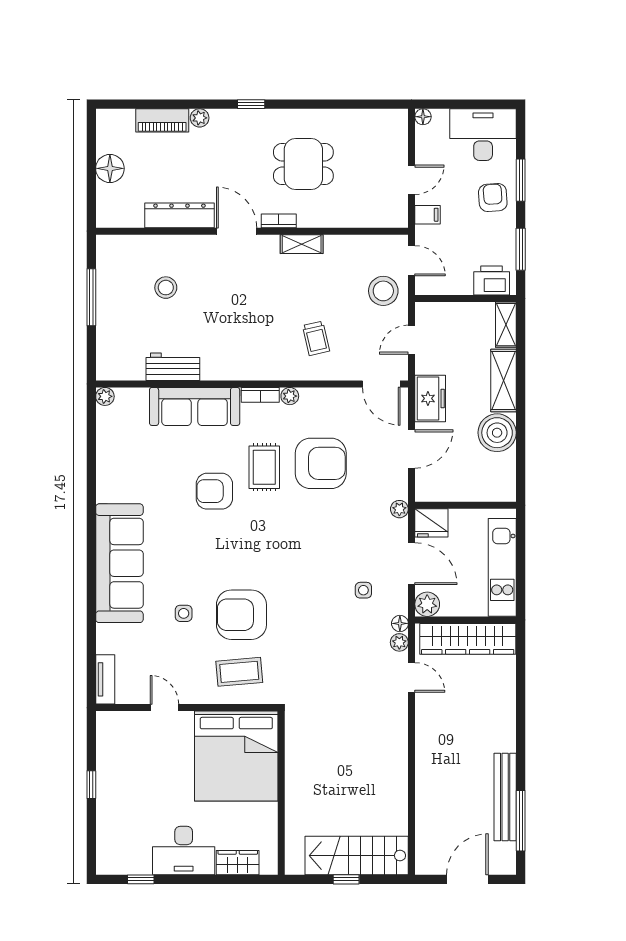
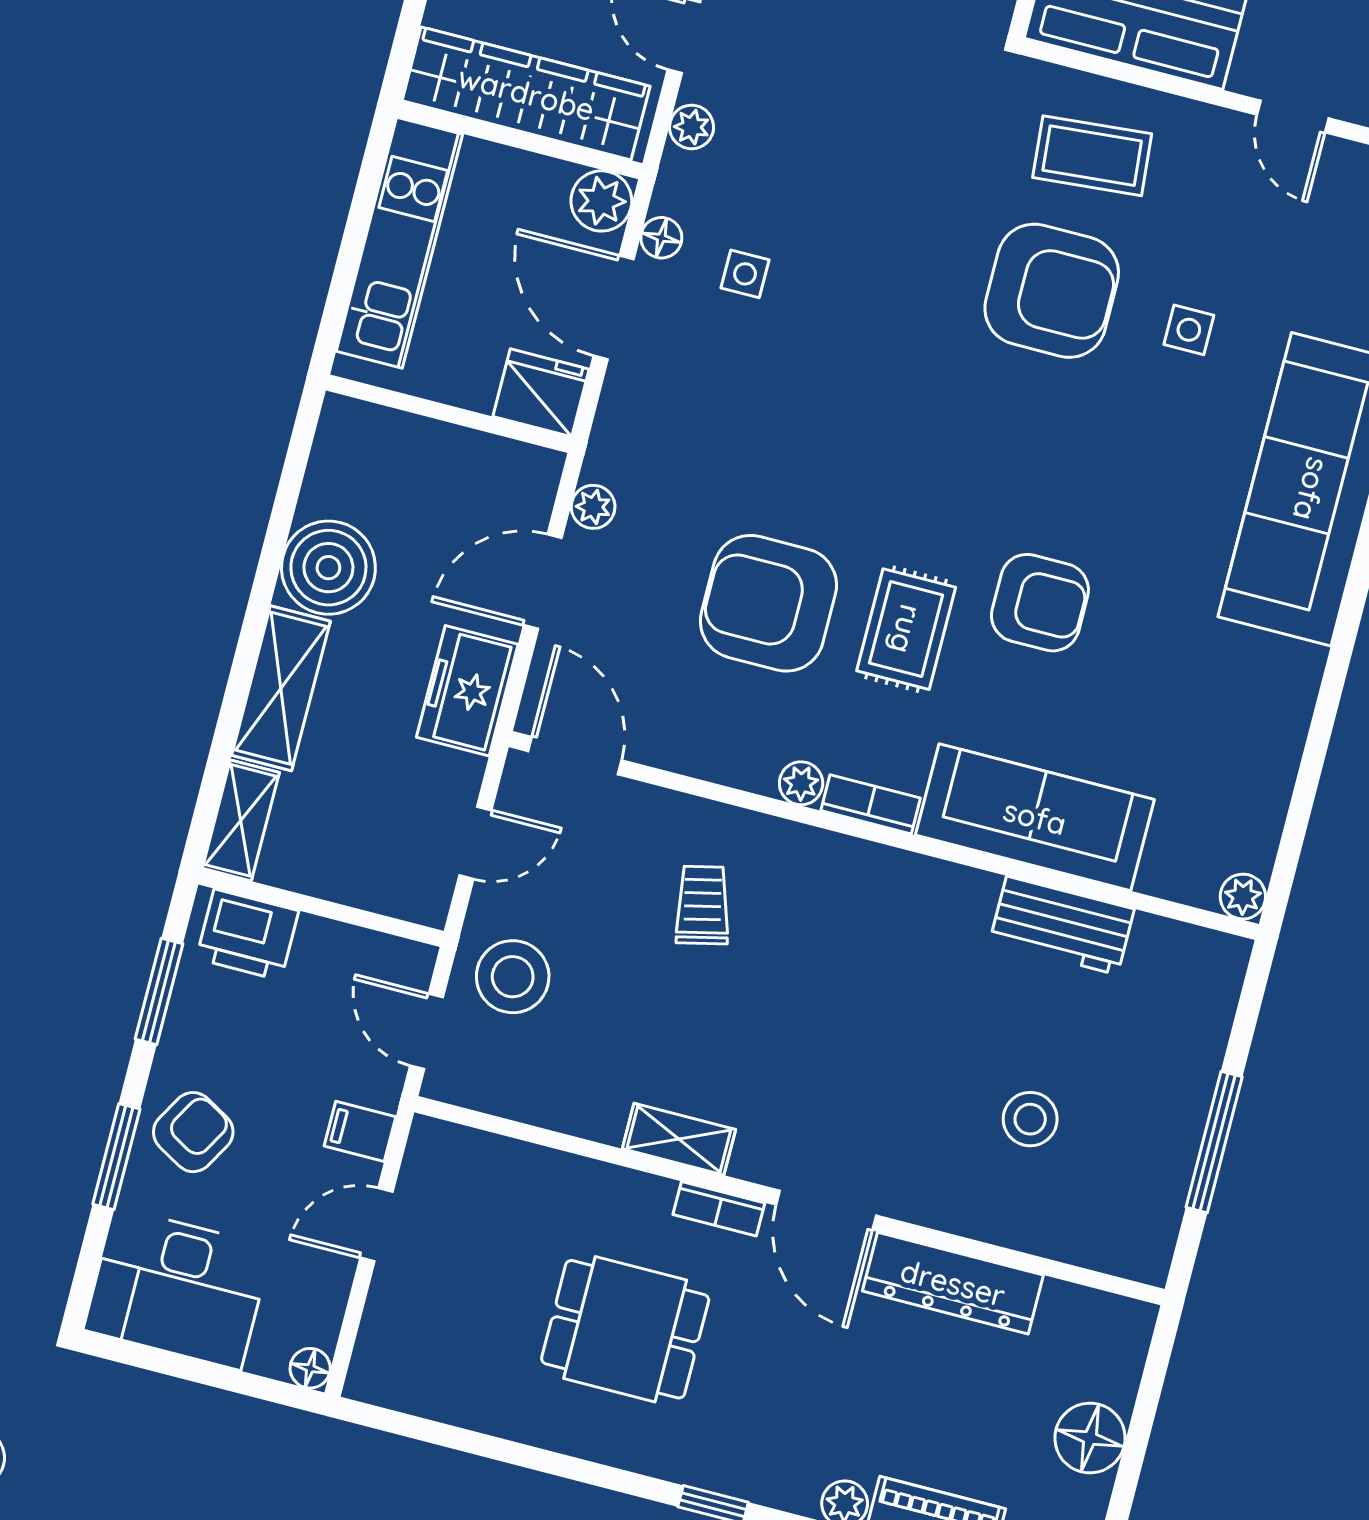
armchair: (493, 198) -> (193, 1132), turned -146
plant: (399, 509) -> (593, 507), moved
floor lamp: (400, 623) -> (661, 238), moved

